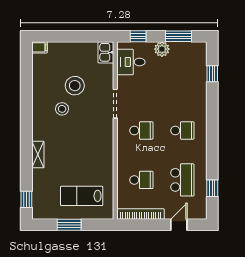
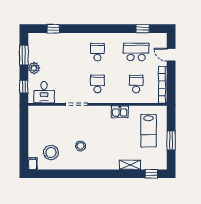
kitchen sink: (106, 52) -> (120, 112), moved
stool: (75, 86) -> (51, 152), moved
shelving: (38, 155) -> (130, 165), moved

